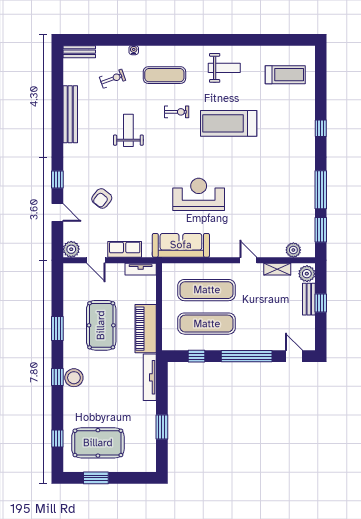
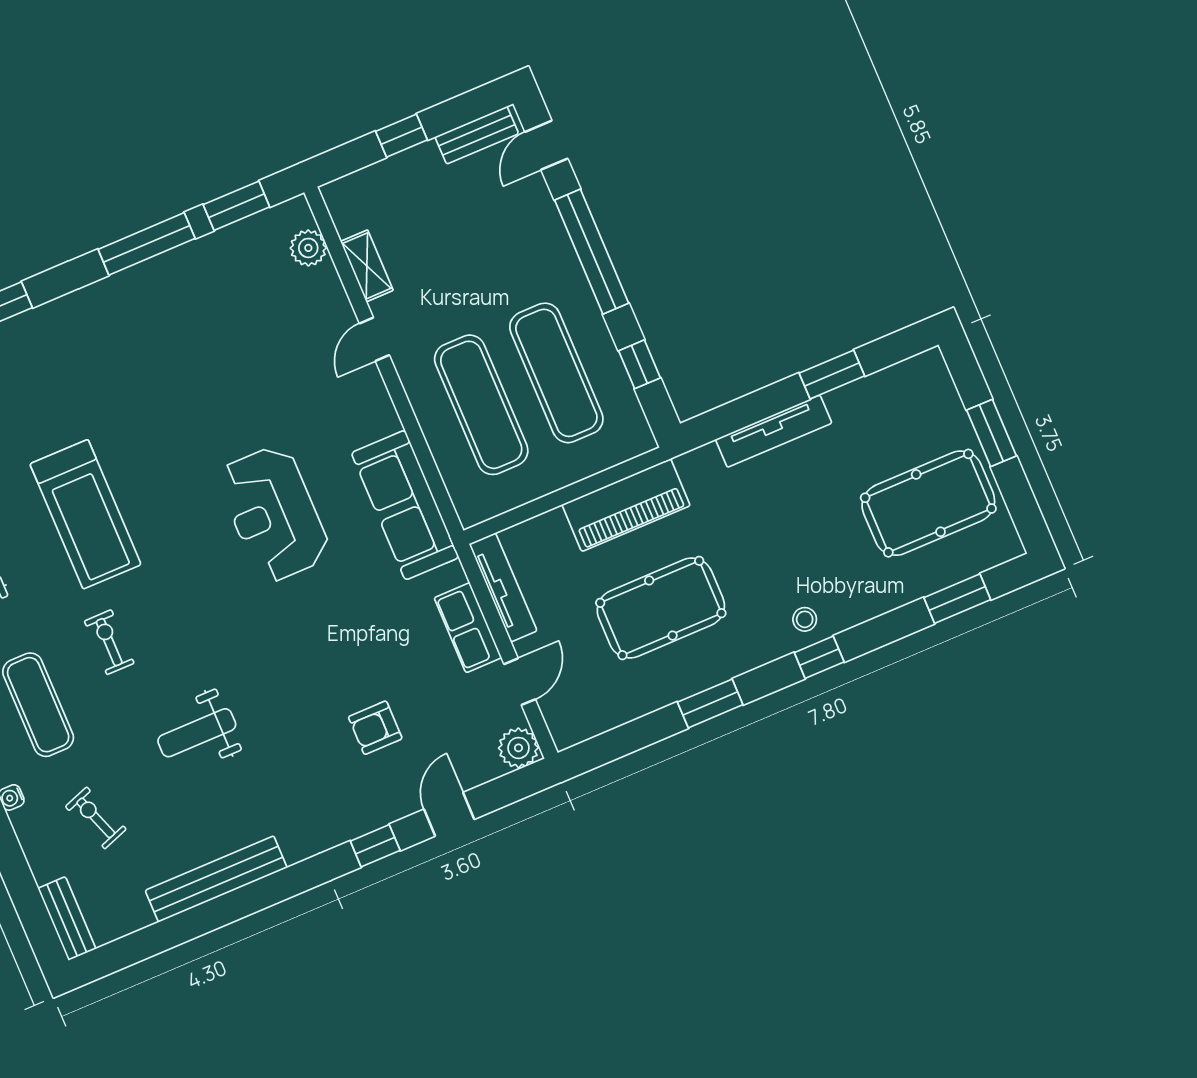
armchair: (102, 198) -> (375, 728), turned 142
tv unit: (141, 269) -> (503, 587), width x1.41
plant: (307, 274) -> (349, 195), removed
bench: (309, 299) -> (477, 135), moved
tv unit: (150, 377) -> (774, 431), moved
stool: (74, 378) -> (805, 619), width x0.53, depth x0.53
window: (57, 439) -> (957, 599), width x1.50
pool table: (98, 443) -> (928, 503), turned 90
window: (96, 478) -> (991, 433), moved

